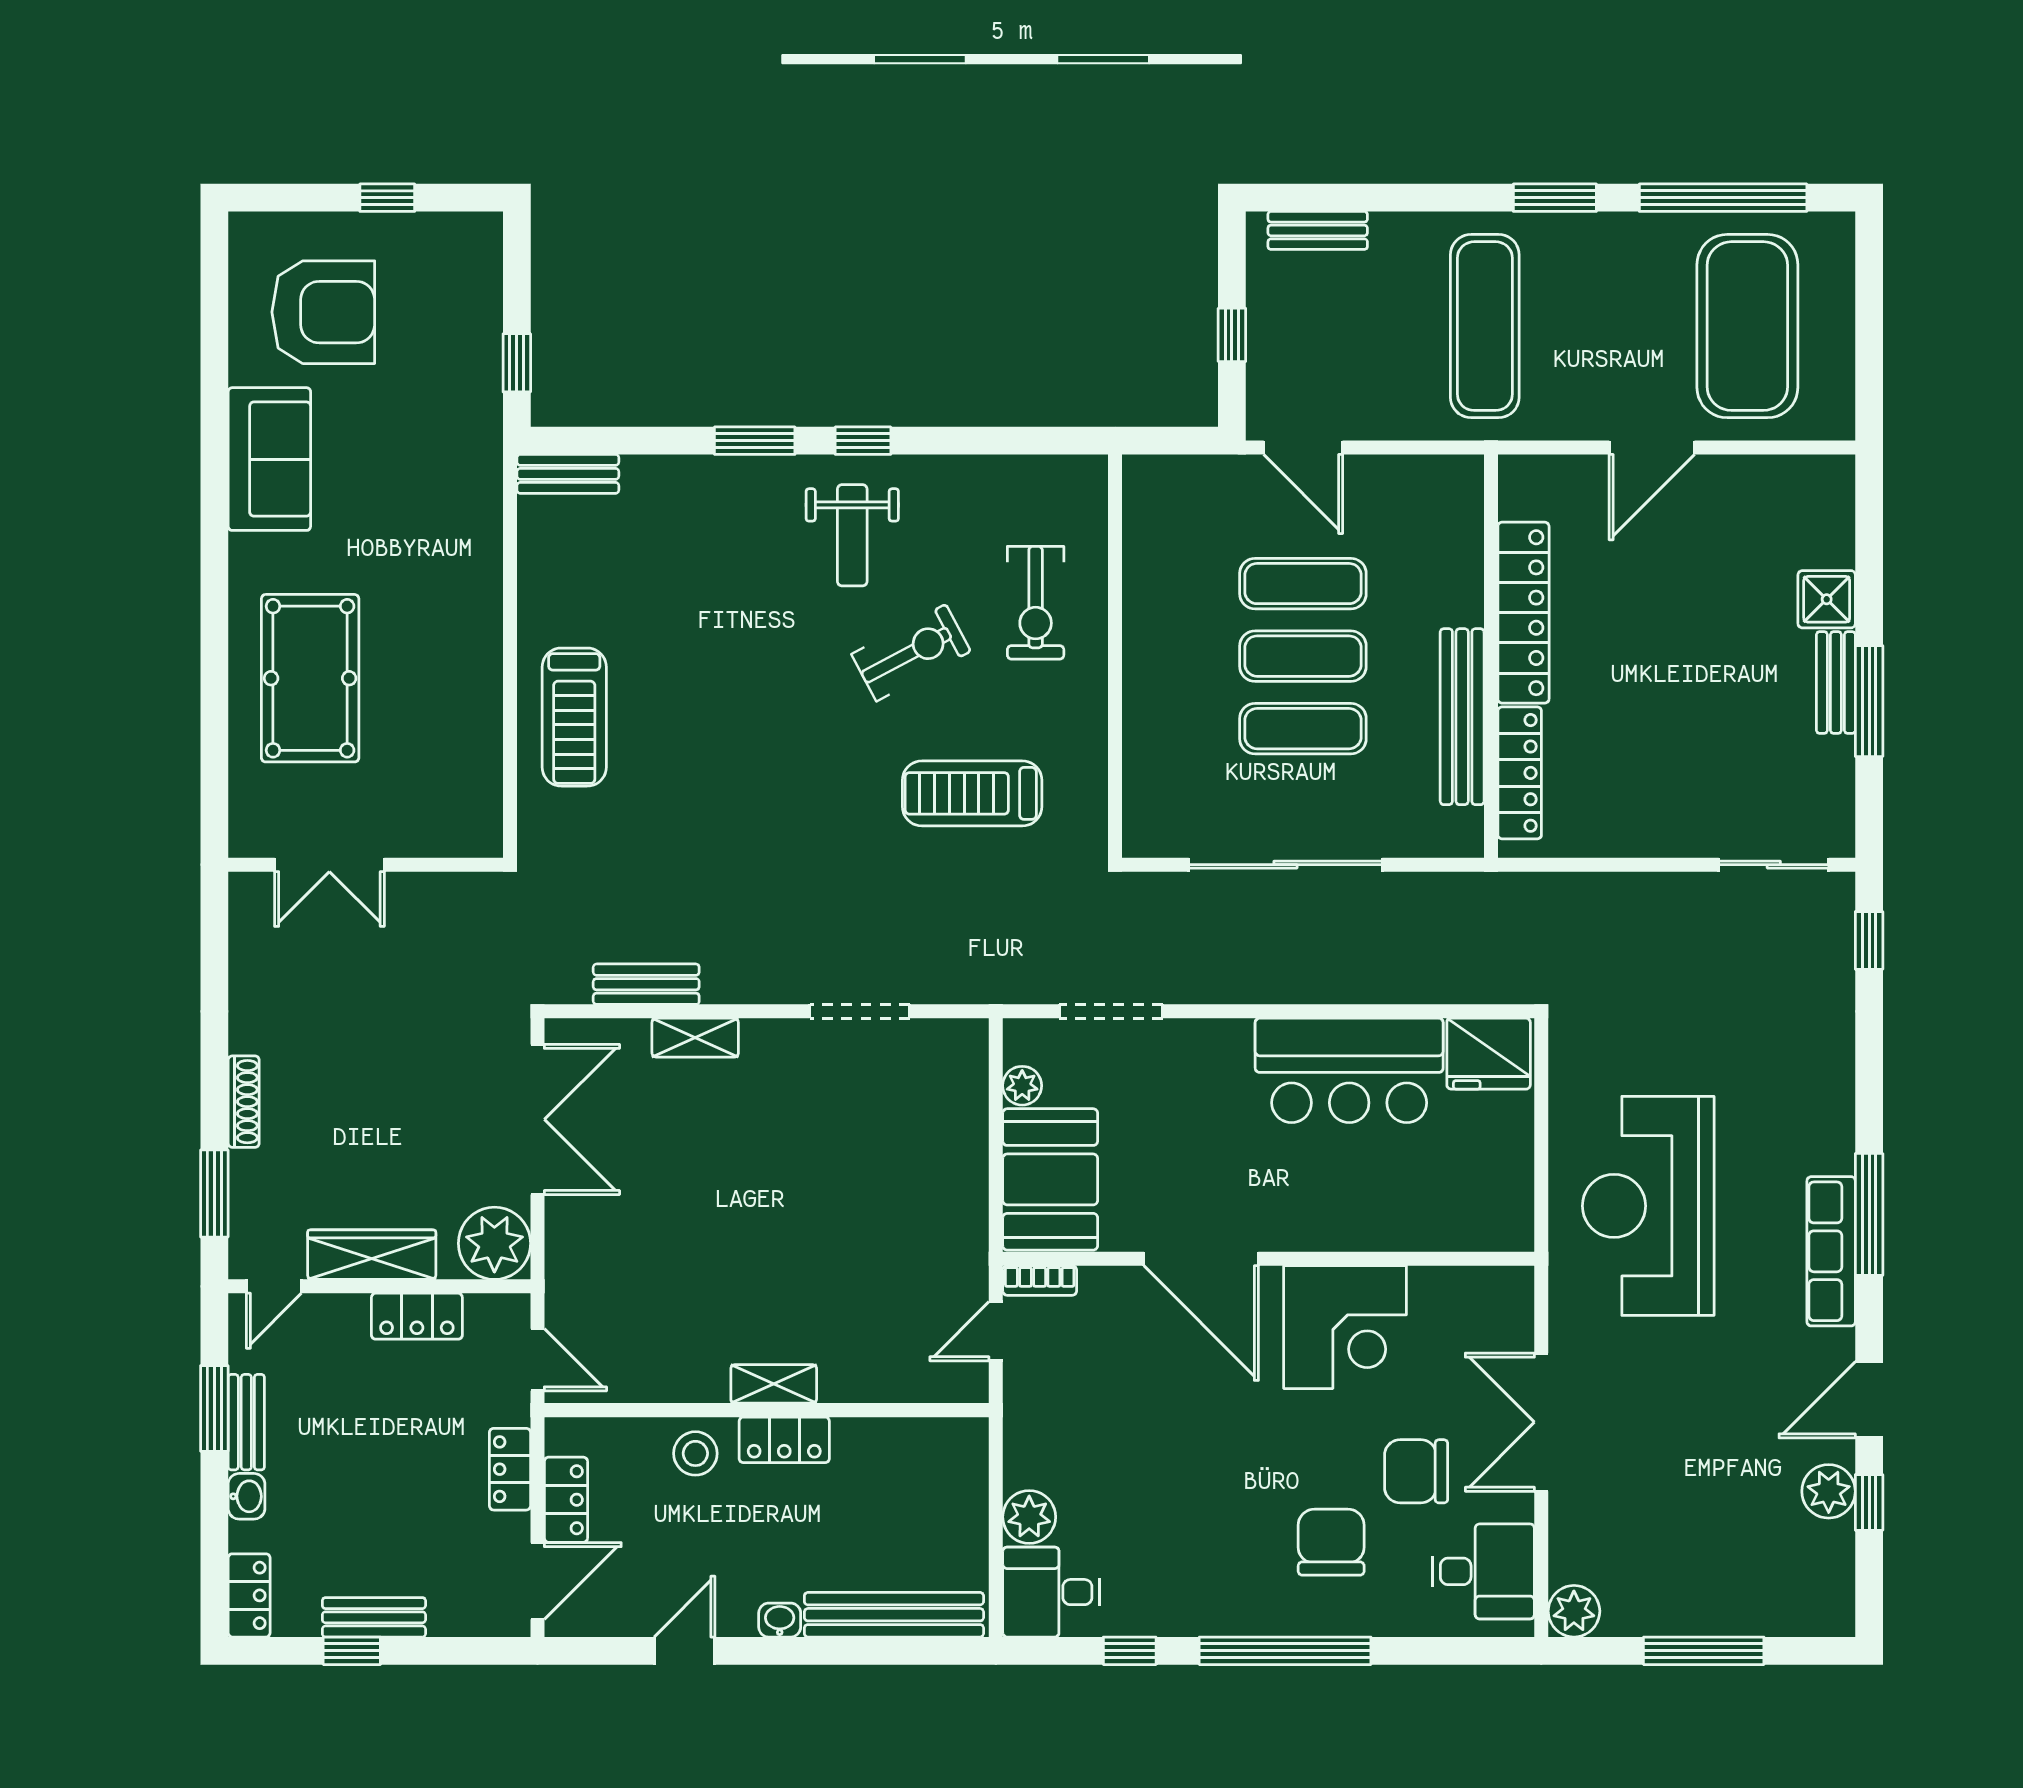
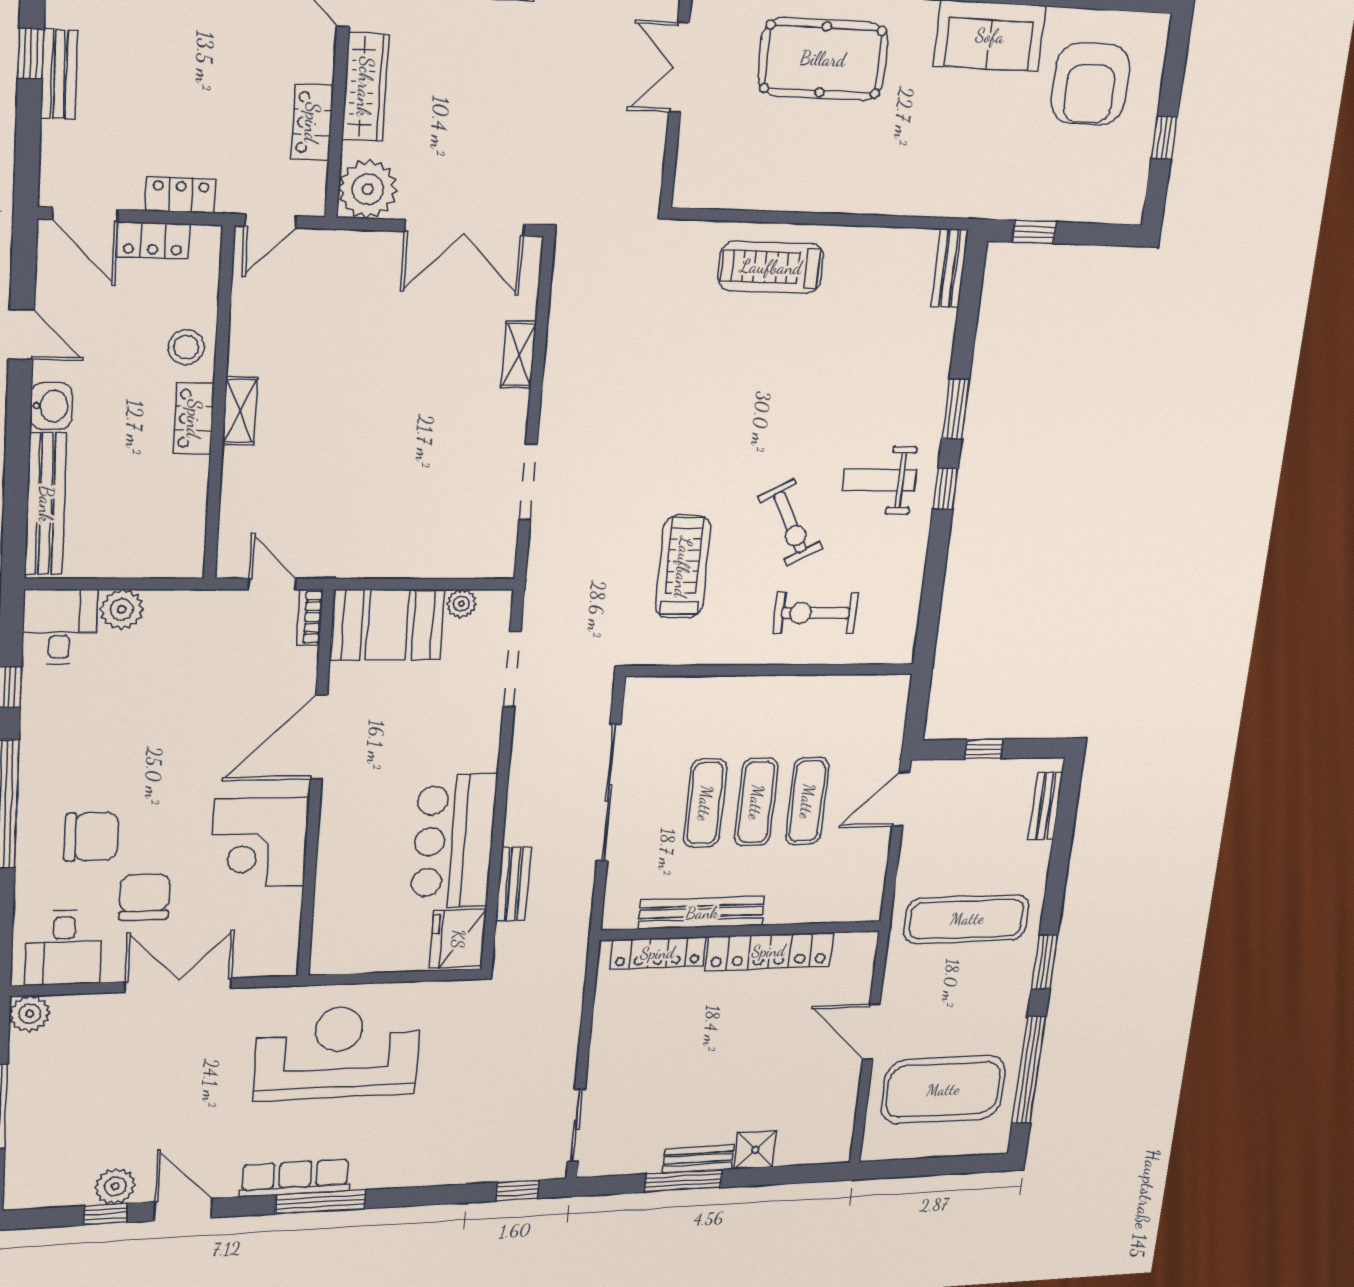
bench: (646, 984) -> (513, 884), moved
washbasin: (780, 1620) -> (51, 406), width x1.38, depth x1.45

